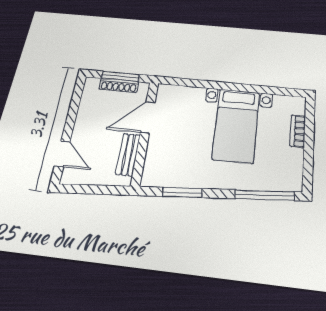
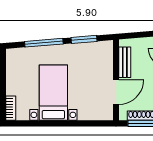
bookcase: (298, 131) -> (11, 108), moved
window: (265, 195) -> (44, 43), moved

